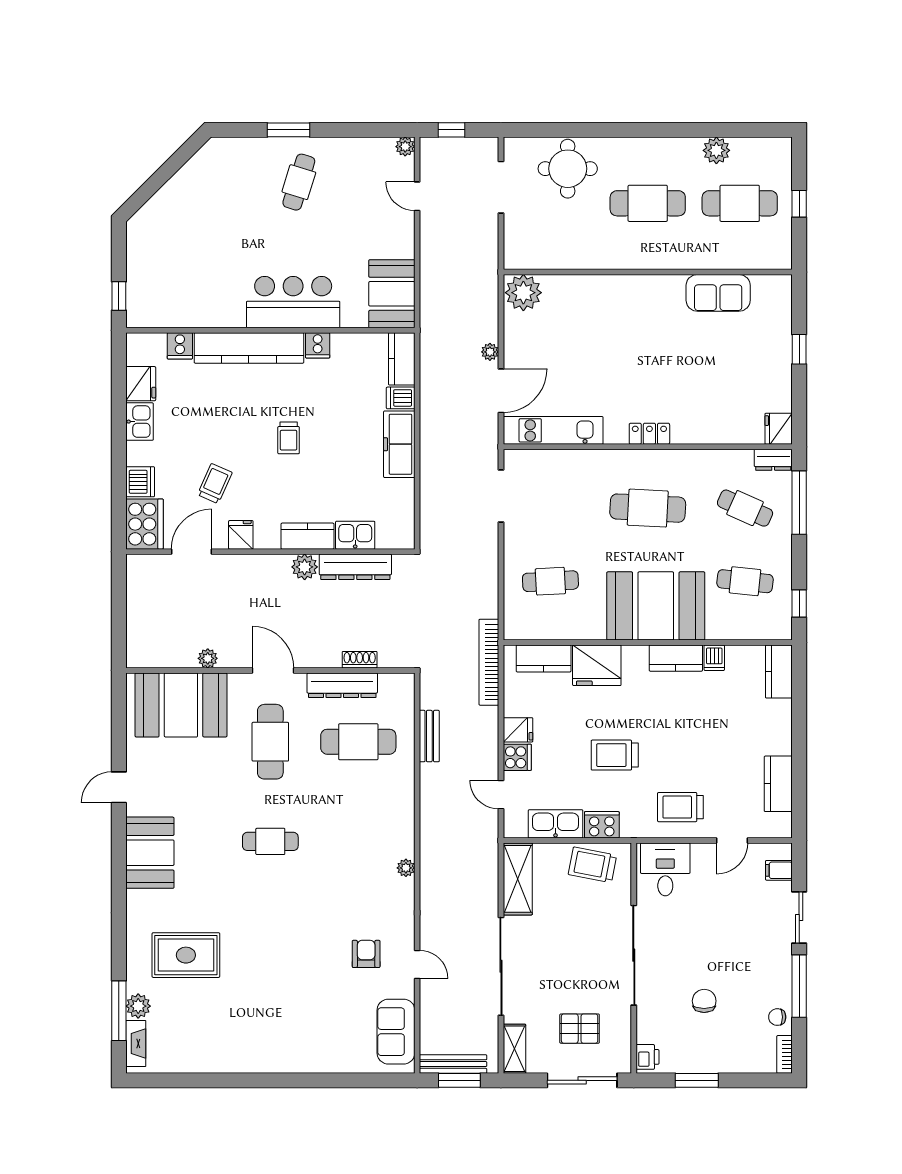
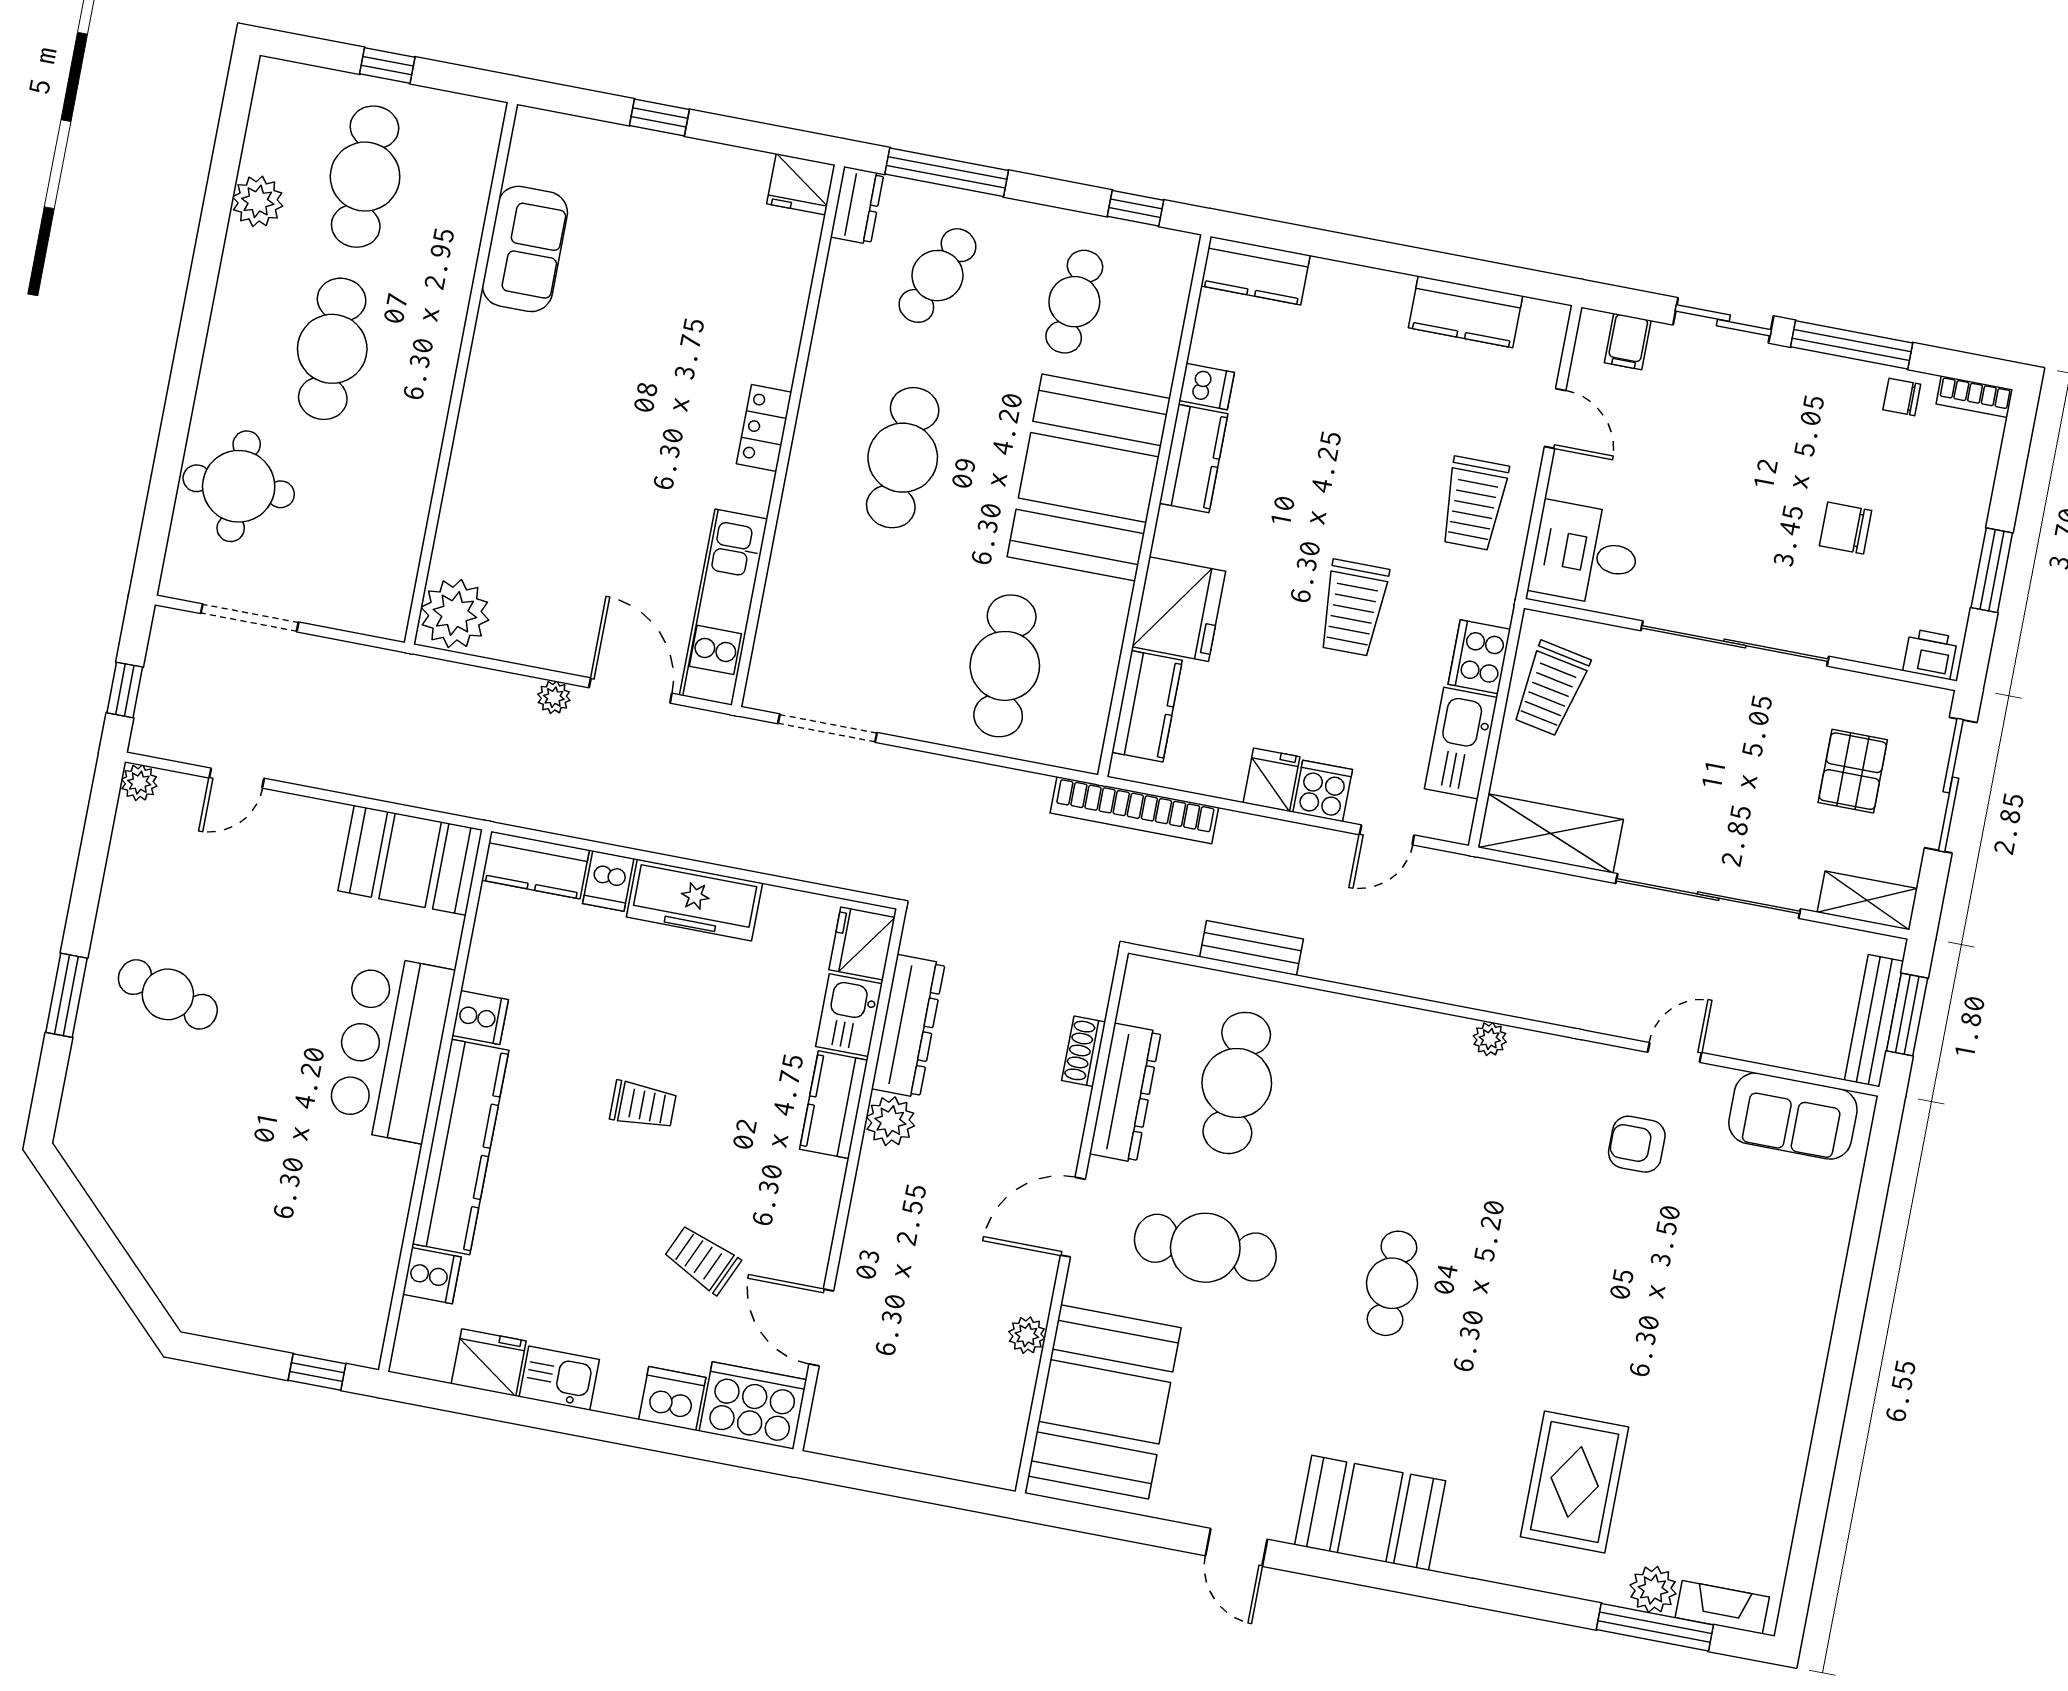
fridge: (241, 535) -> (862, 944), moved, width x1.38
cafe table: (550, 581) -> (1005, 666), width x1.37, depth x1.35
chair: (777, 1017) -> (1902, 397), turned 90

